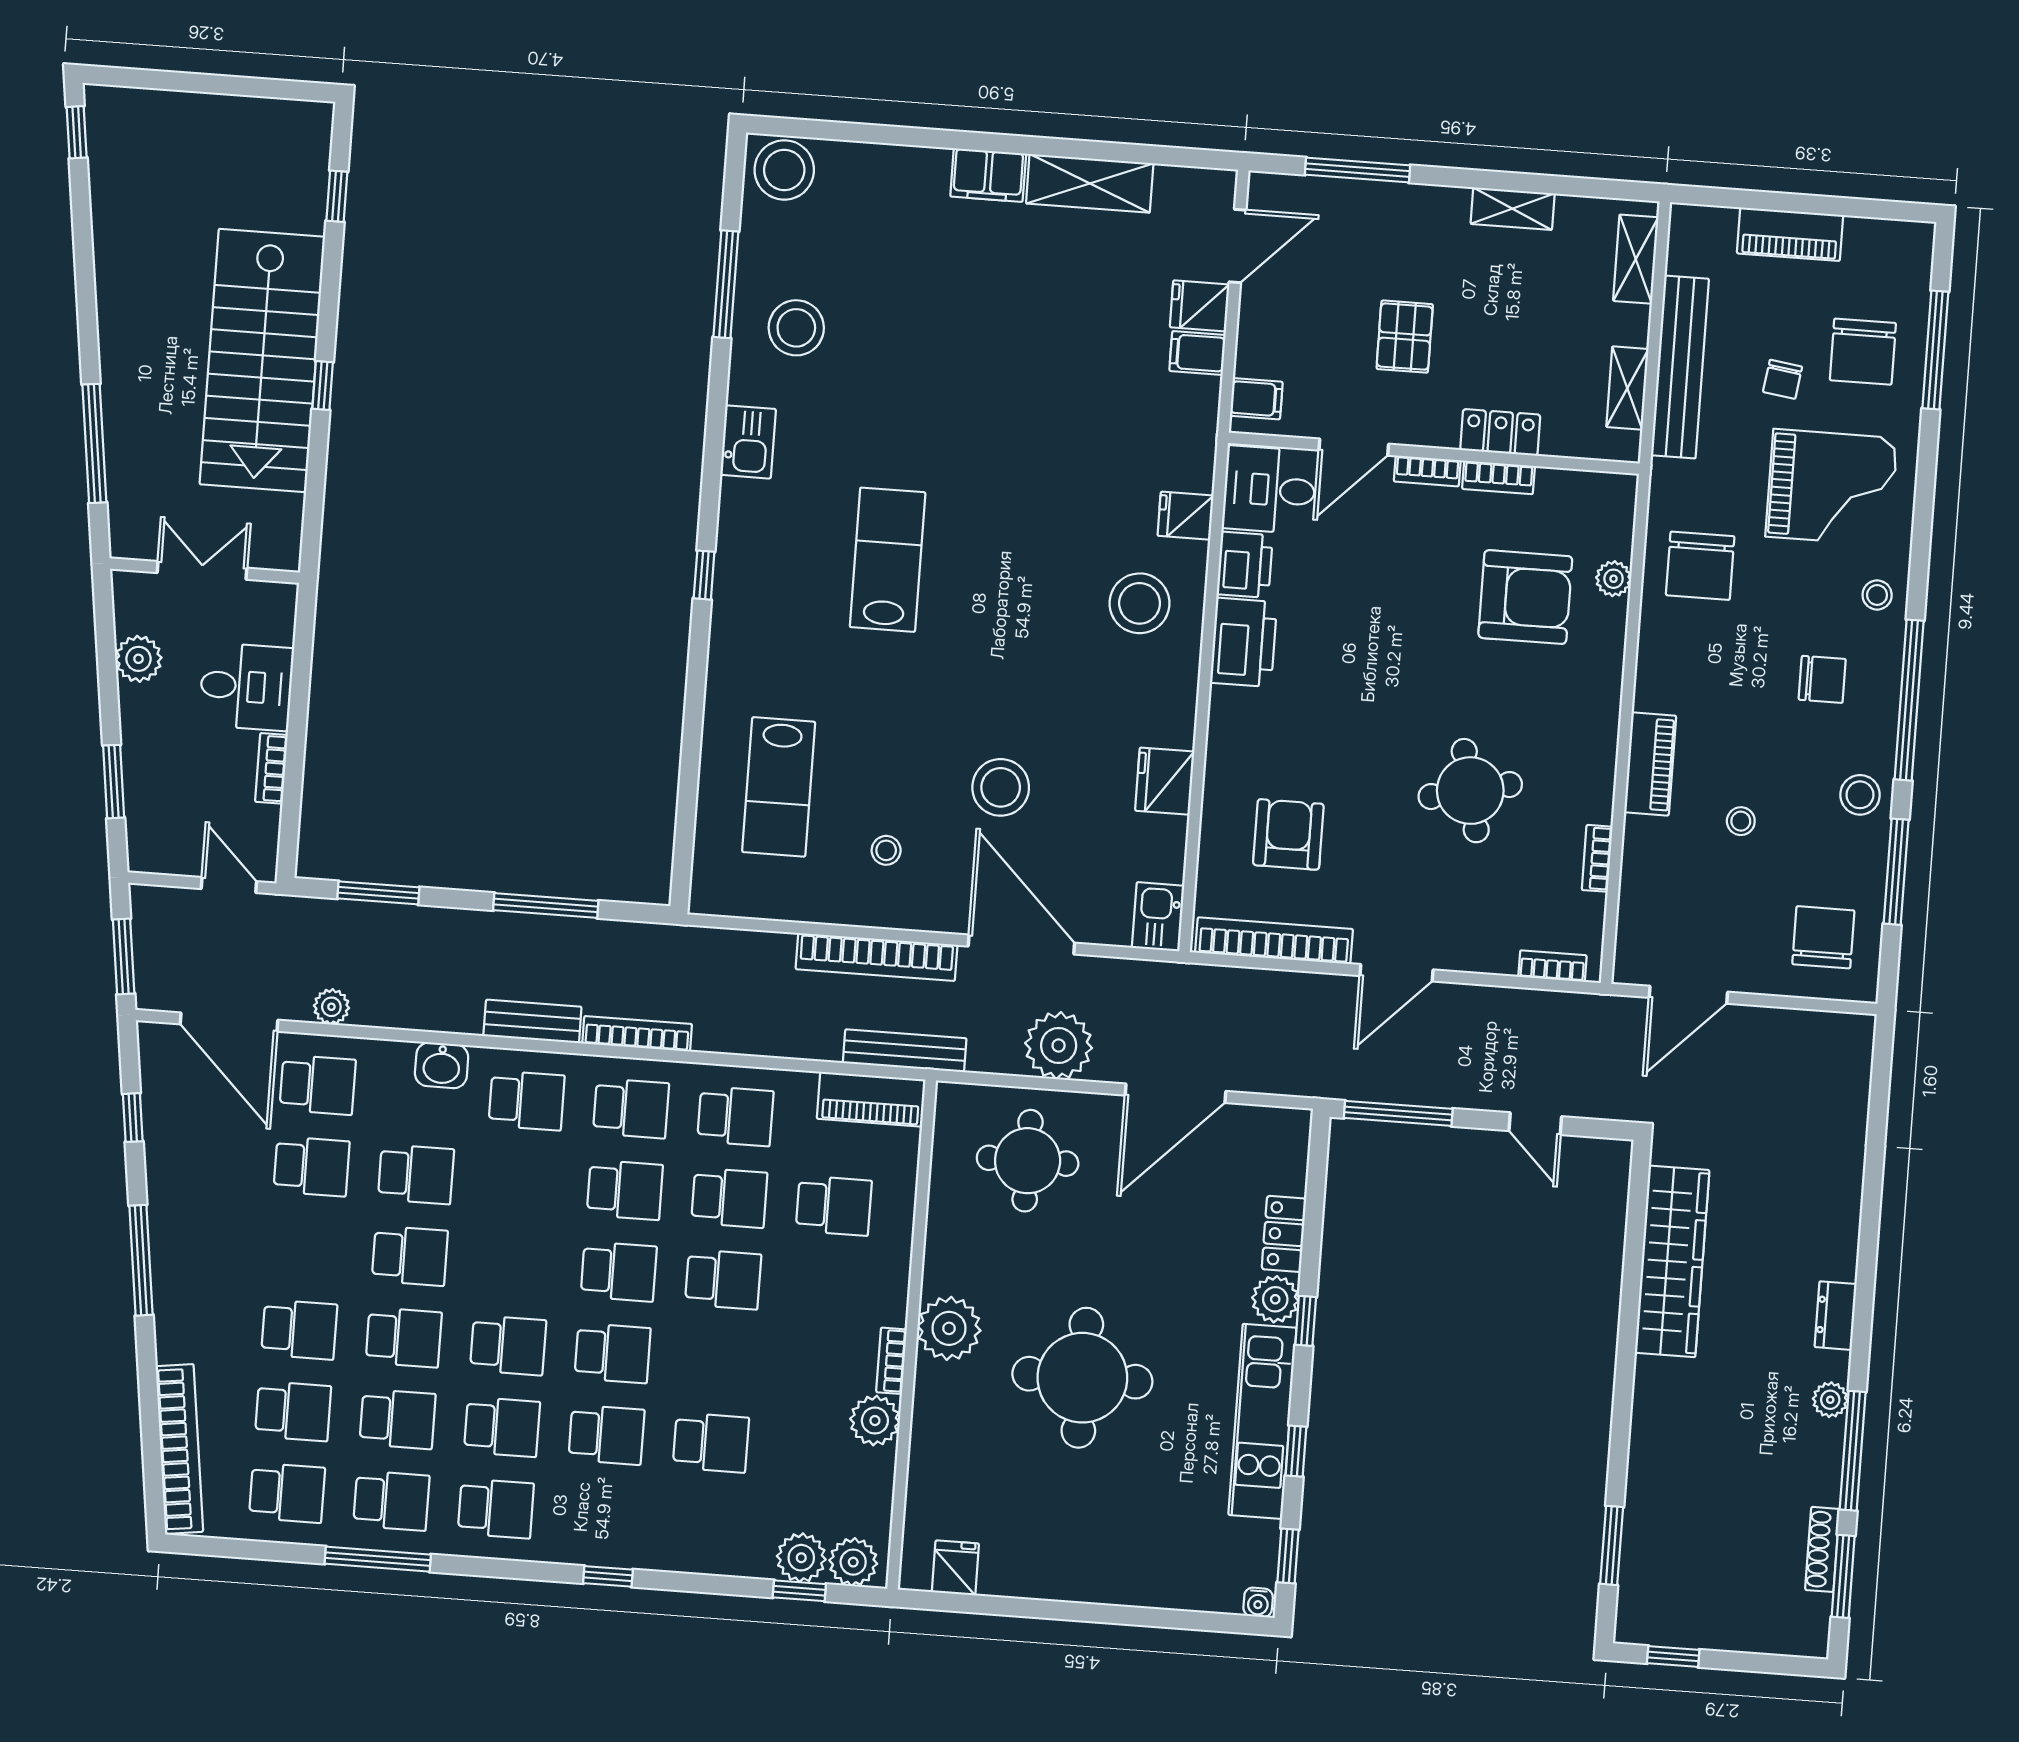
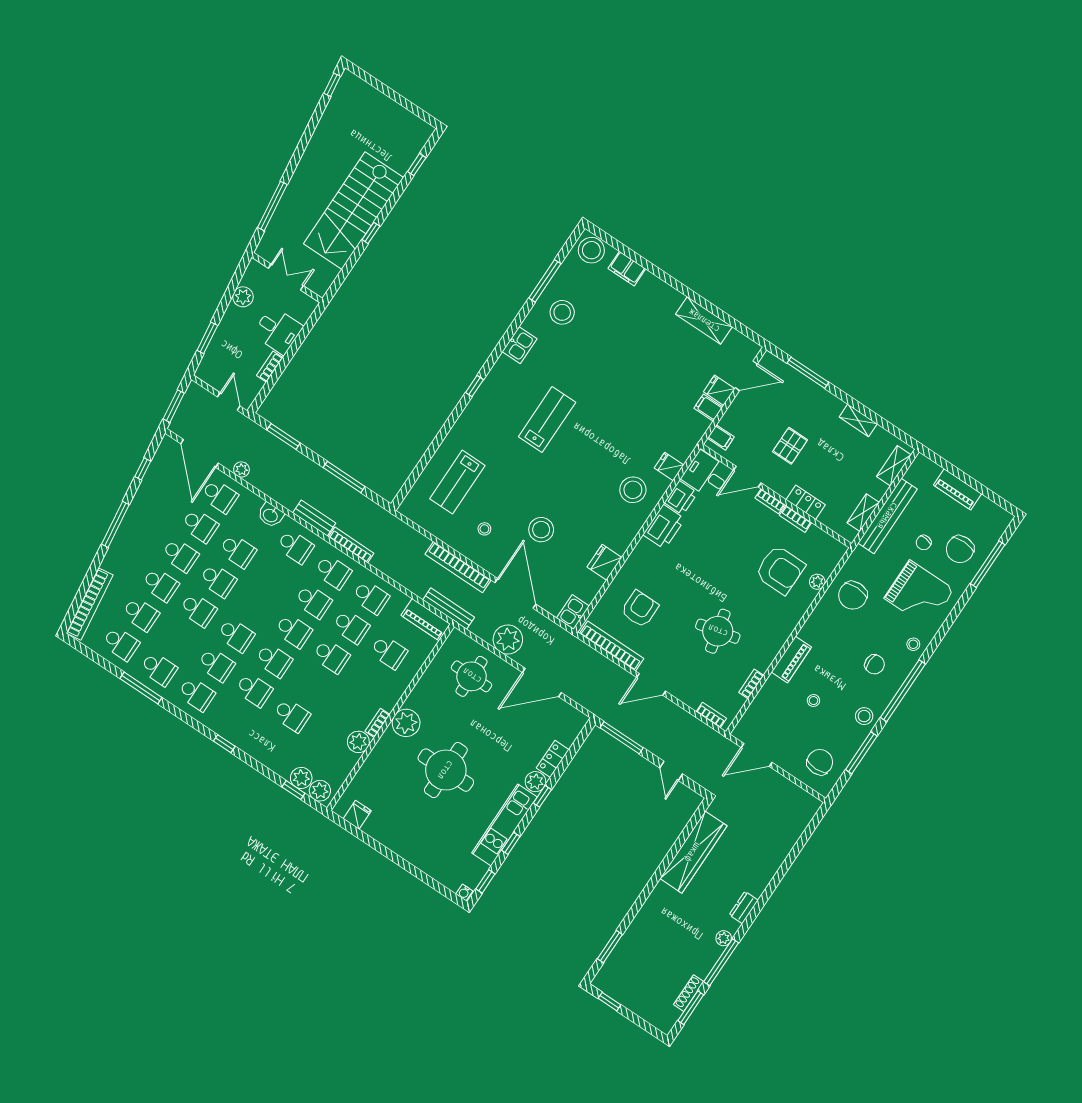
filing cabinet: (988, 175) -> (627, 269), moved
school desk: (398, 1419) -> (180, 555), moved

